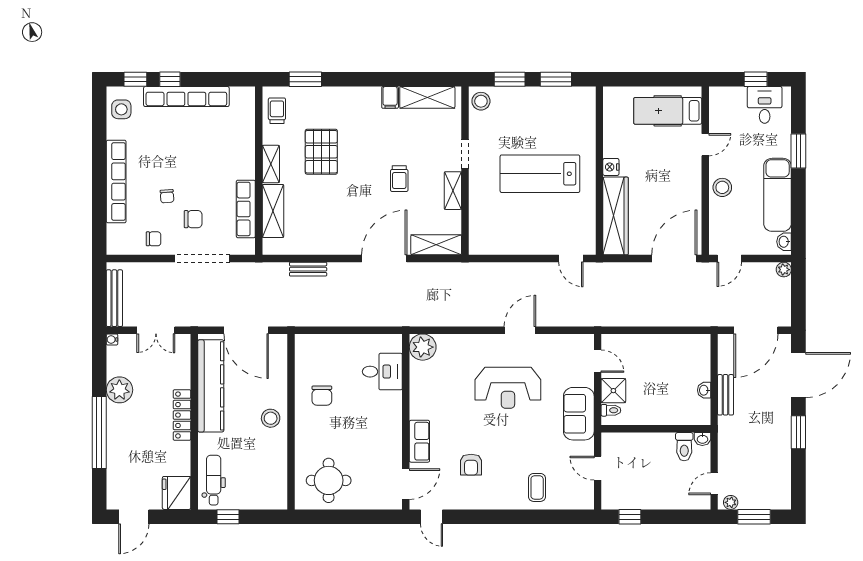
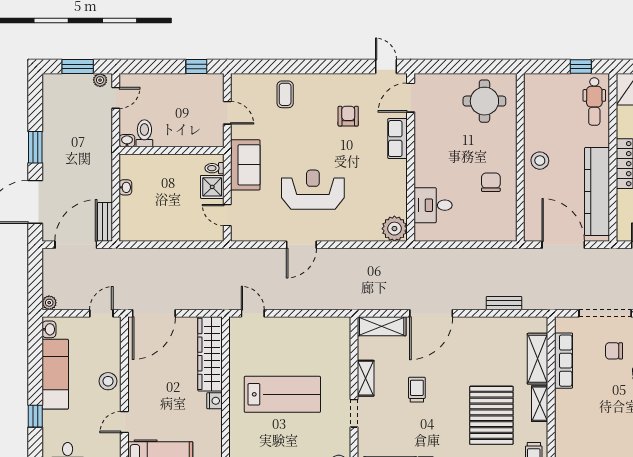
window: (798, 151) -> (35, 416), width x0.67
pallet: (321, 152) -> (491, 415), width x1.37, depth x1.41
bench: (725, 395) -> (105, 222), moved

